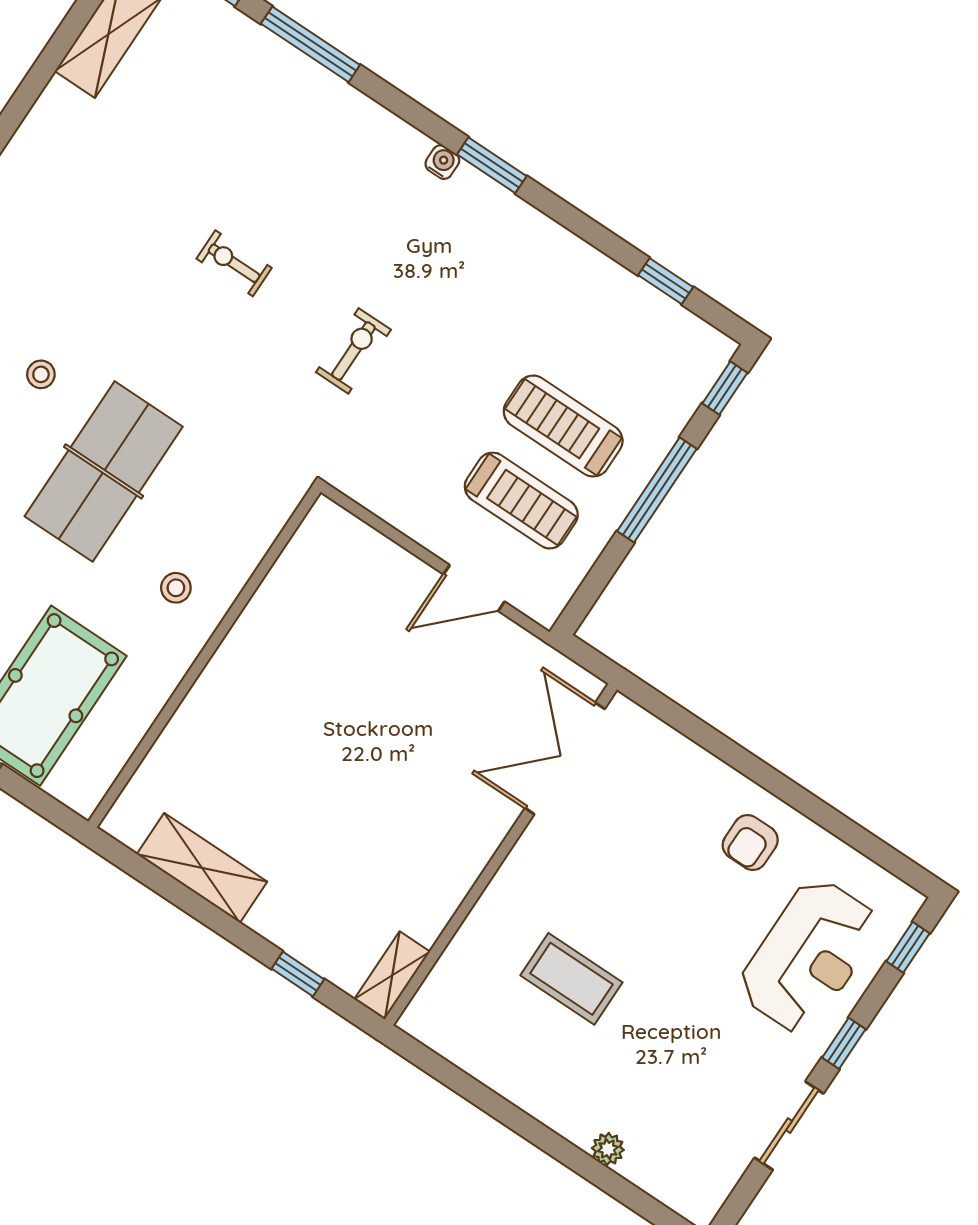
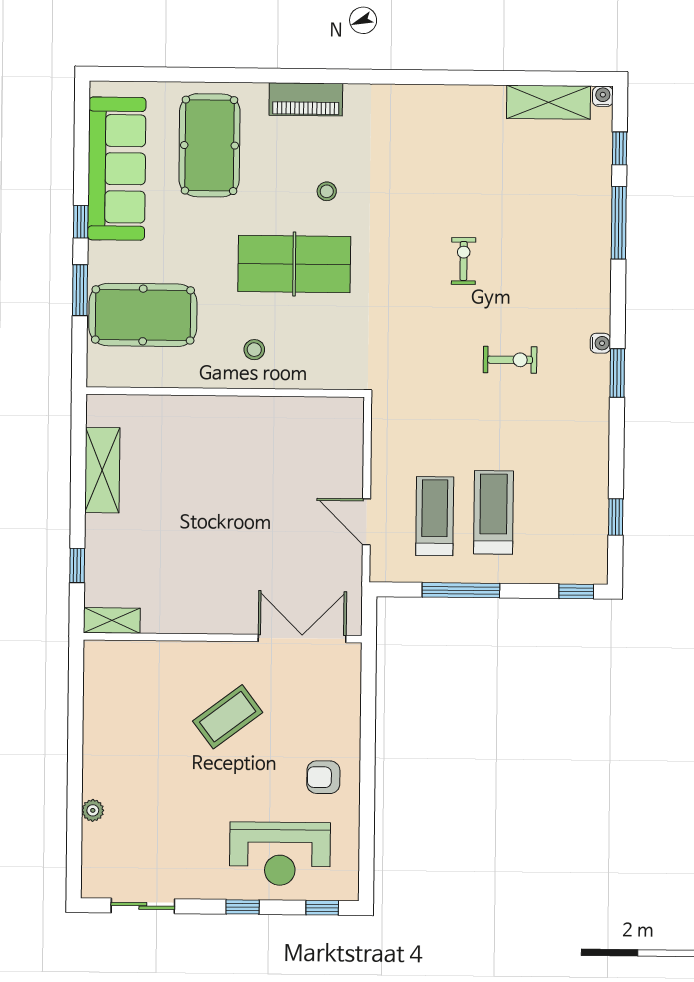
exercise bike: (353, 351) -> (510, 360), moved
window: (657, 490) -> (461, 590), moved
treadmill: (521, 501) -> (435, 516), turned 180
coffee table: (571, 979) -> (228, 717), moved, turned 53
sliding door: (789, 1126) -> (143, 906), moved

